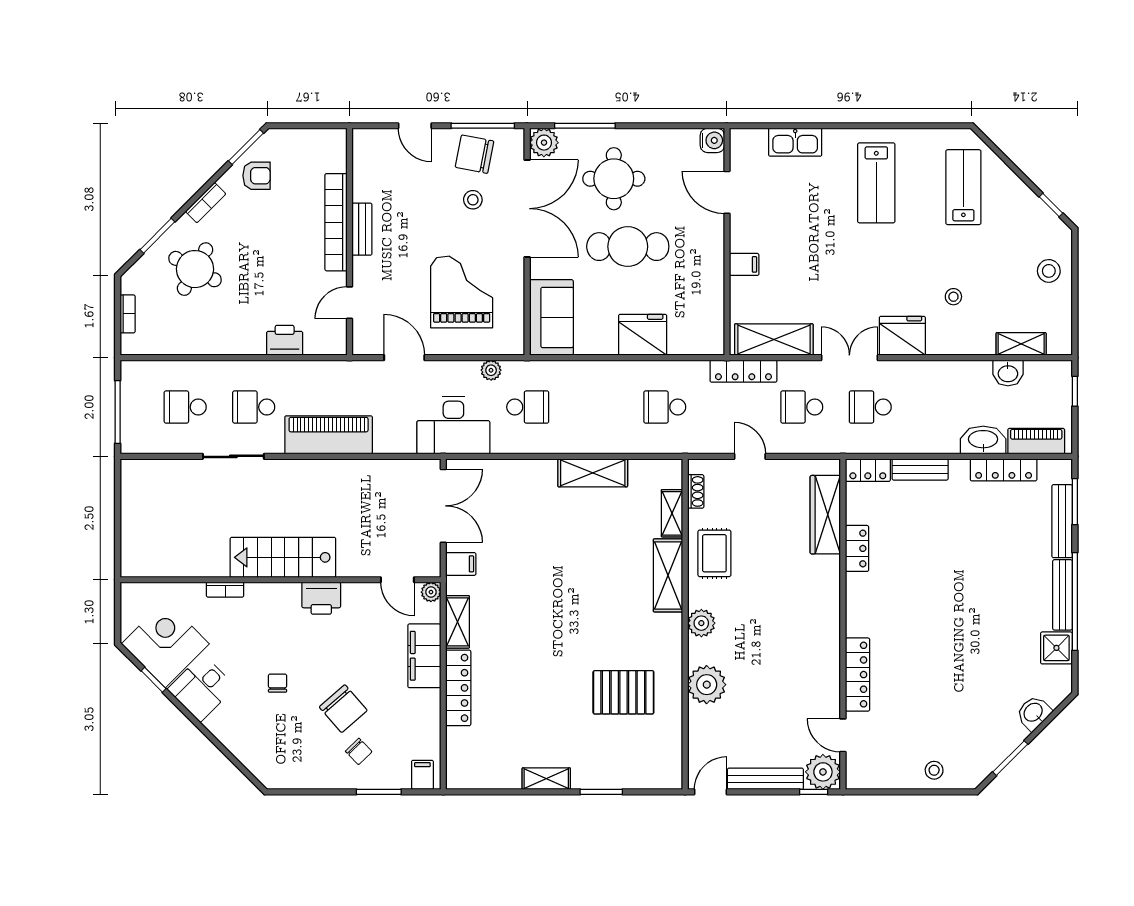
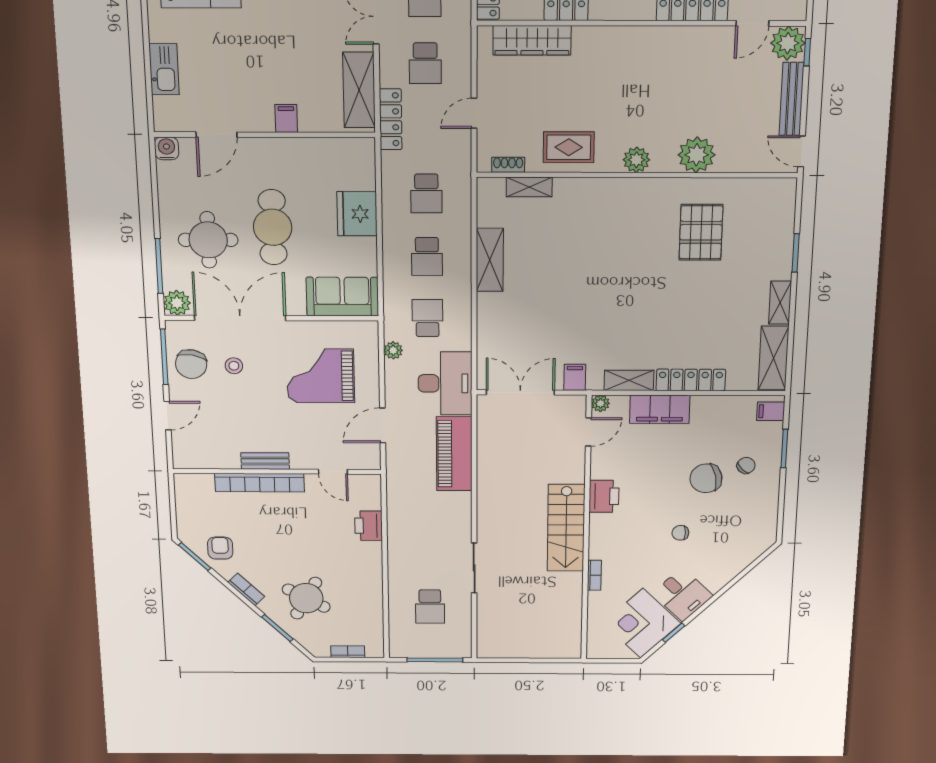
school desk: (254, 407) -> (427, 256), moved
piano: (329, 435) -> (454, 454), moved
shelving: (668, 575) -> (774, 358), moved, turned 90
chair: (343, 709) -> (706, 478), turned -151

